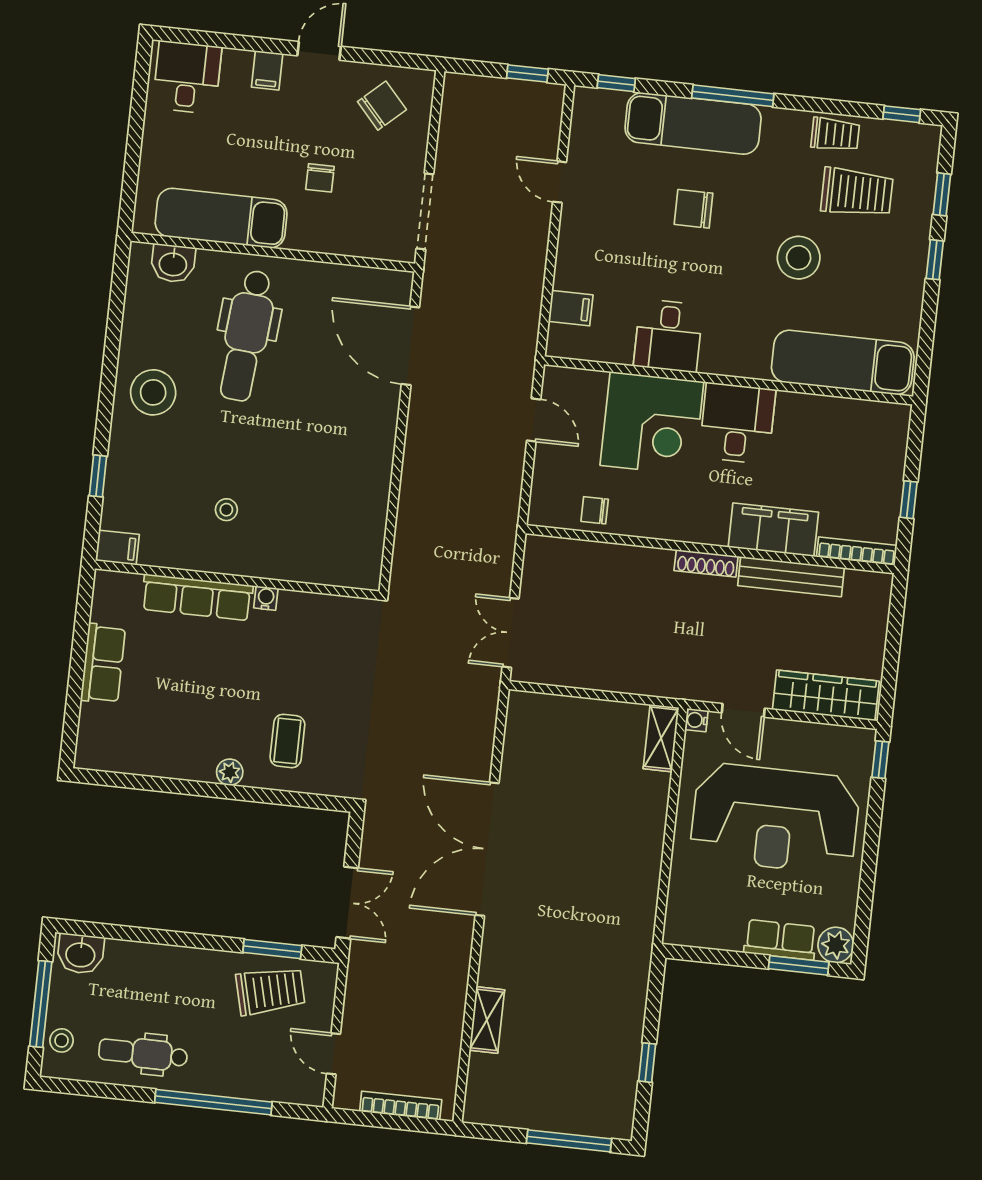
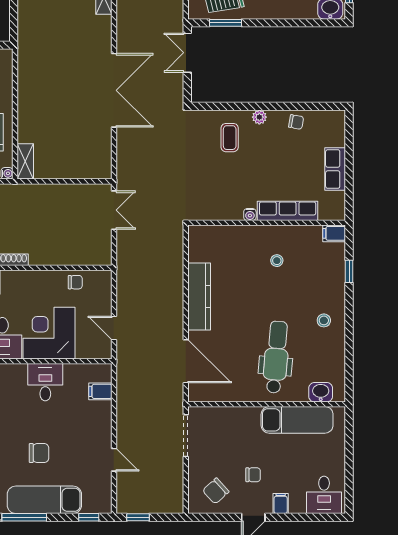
chair: (320, 178) -> (253, 475), moved, turned 90
stool: (153, 392) -> (324, 320), width x0.53, depth x0.53
kitchen counter: (374, 460) -> (199, 297), added
chair: (164, 756) -> (296, 122), added

